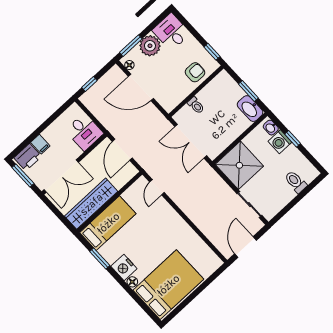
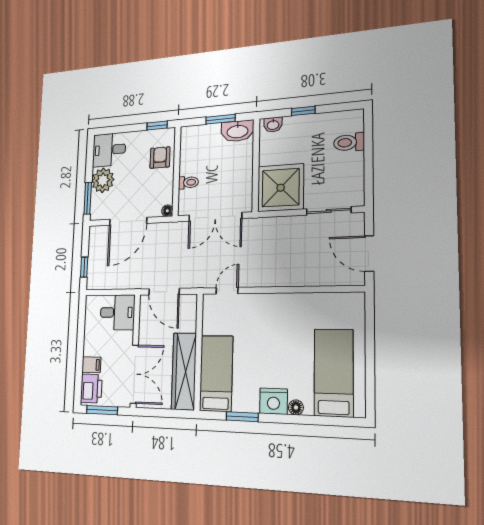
floor lamp: (129, 65) -> (167, 211), moved
washing machine: (280, 142) -> (295, 126), removed
door: (157, 187) -> (227, 291), swing flipped
bed: (168, 285) -> (334, 373), width x0.67

